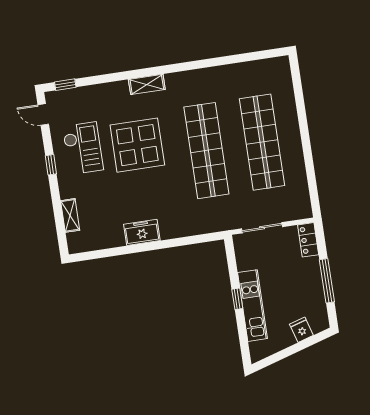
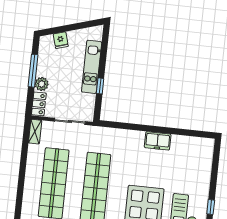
shelving: (70, 215) -> (35, 132), moved
plant: (311, 267) -> (42, 84), added
window: (237, 299) -> (100, 86), moved

